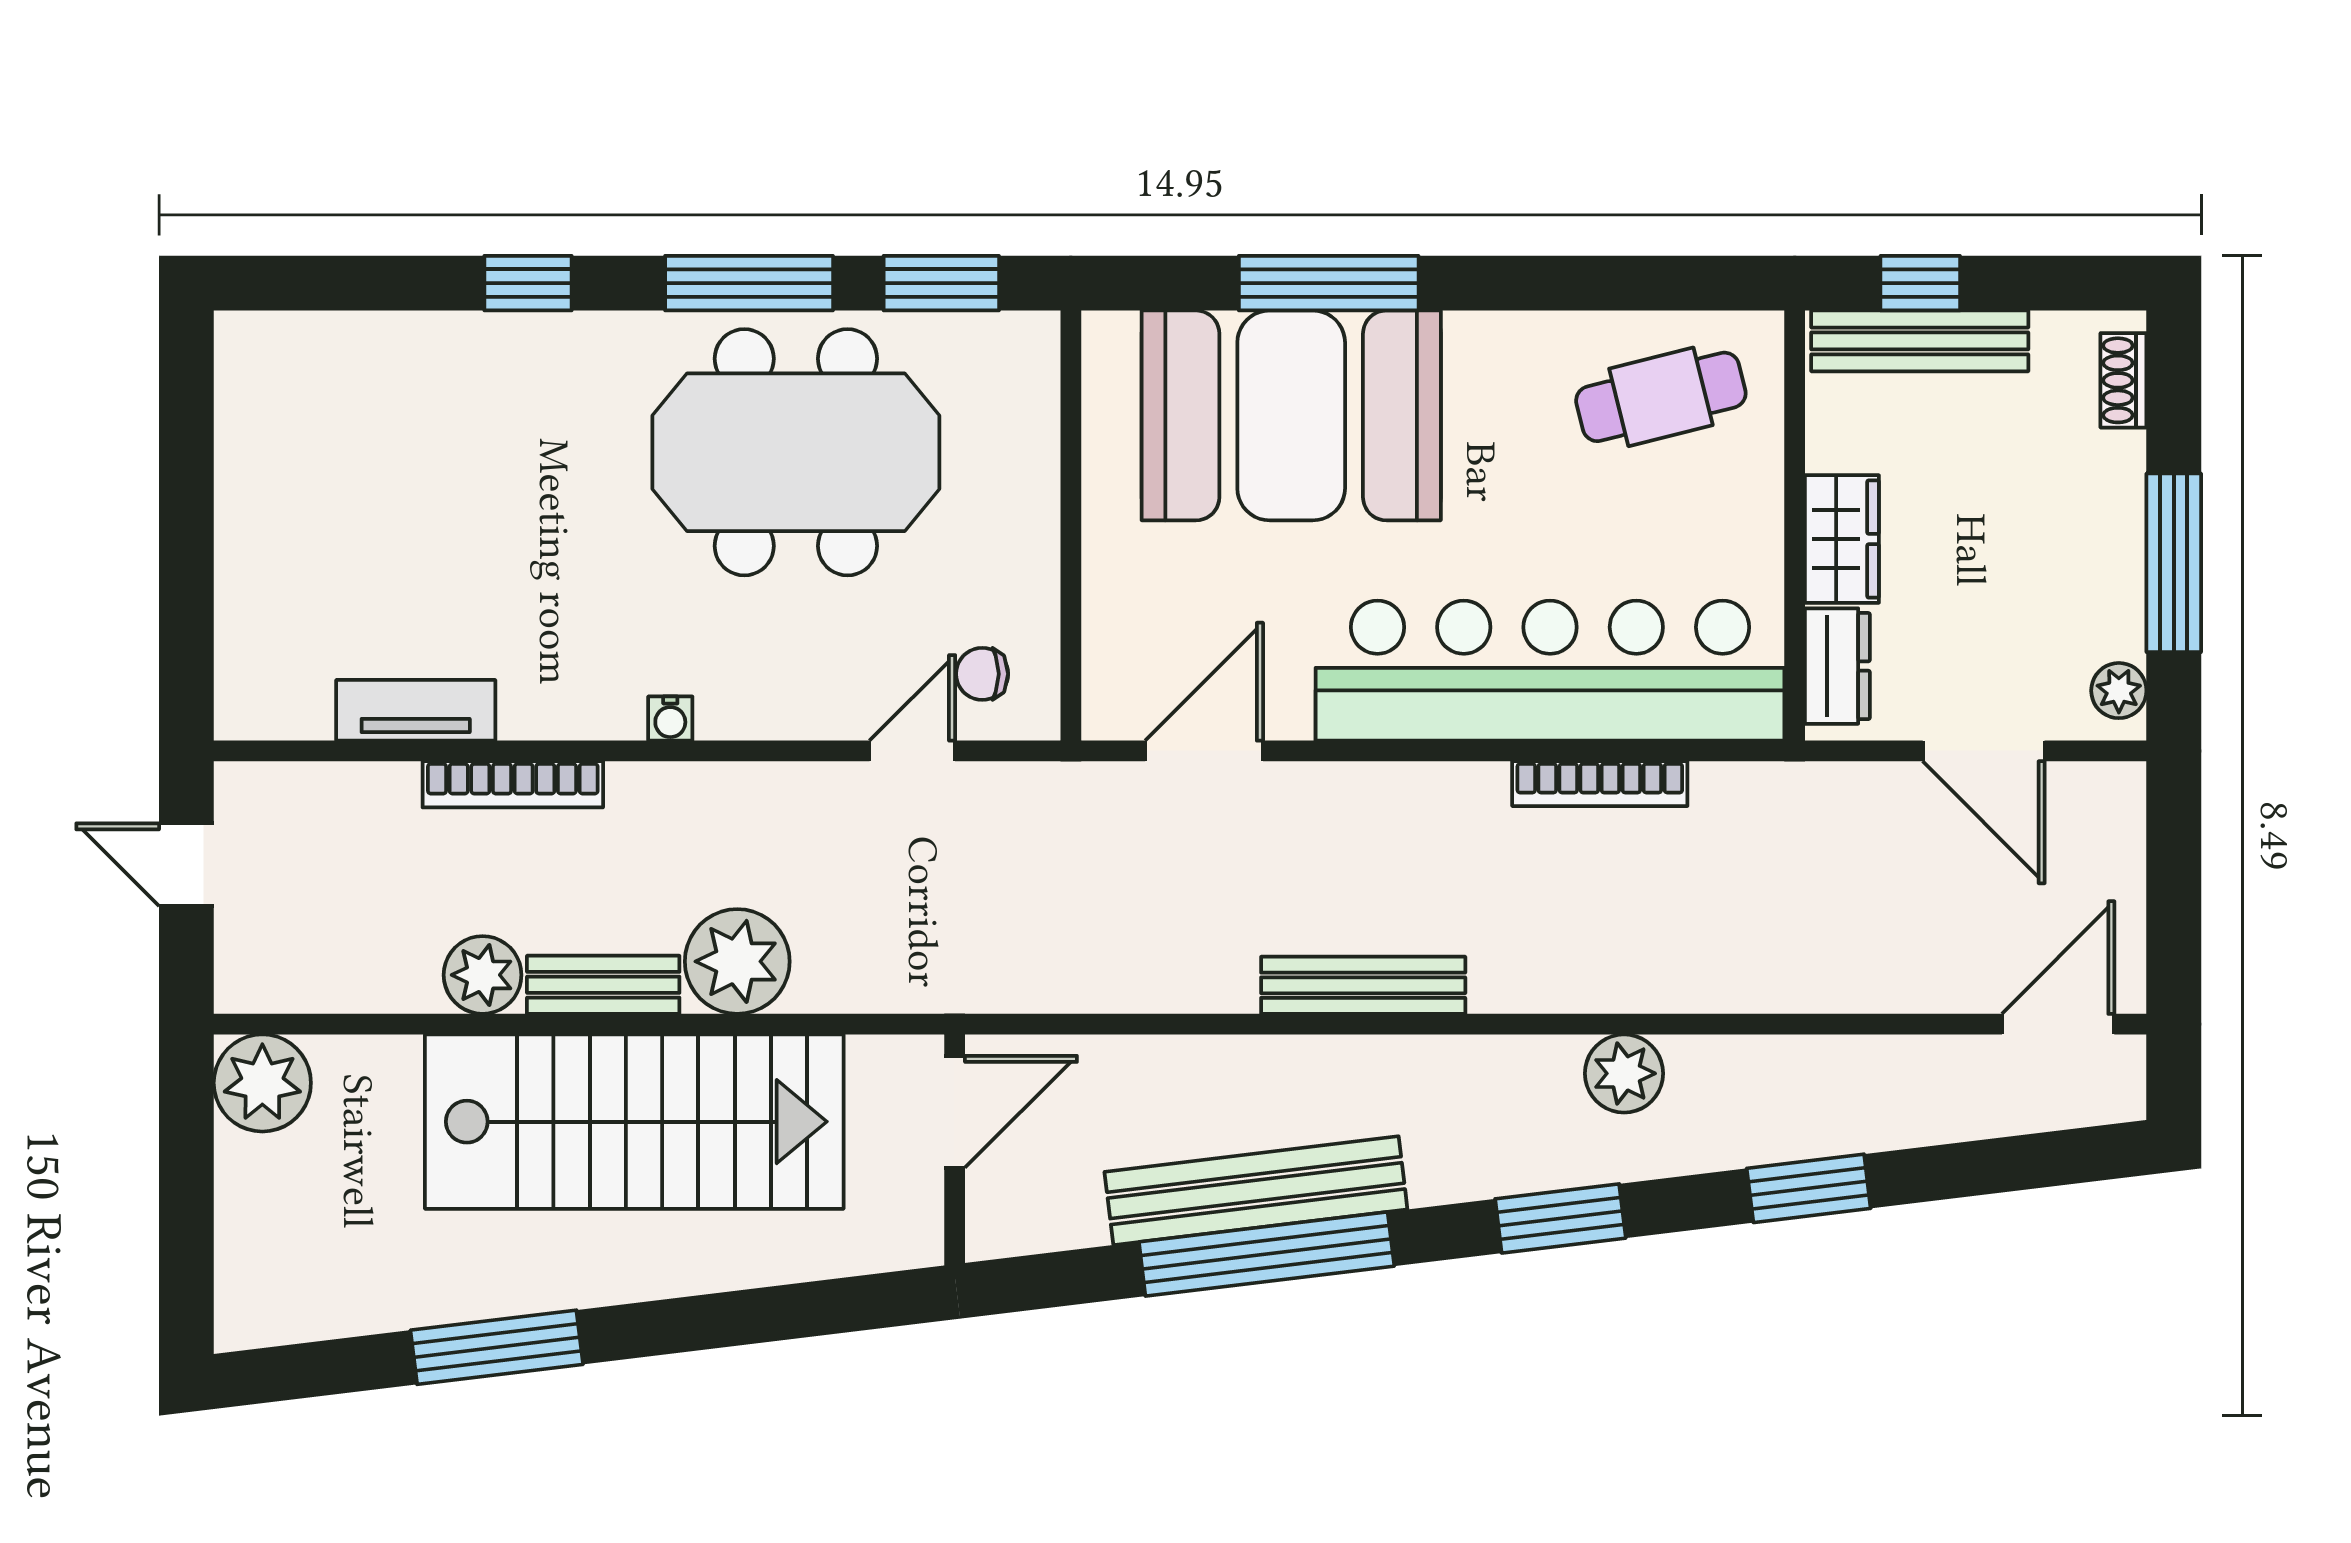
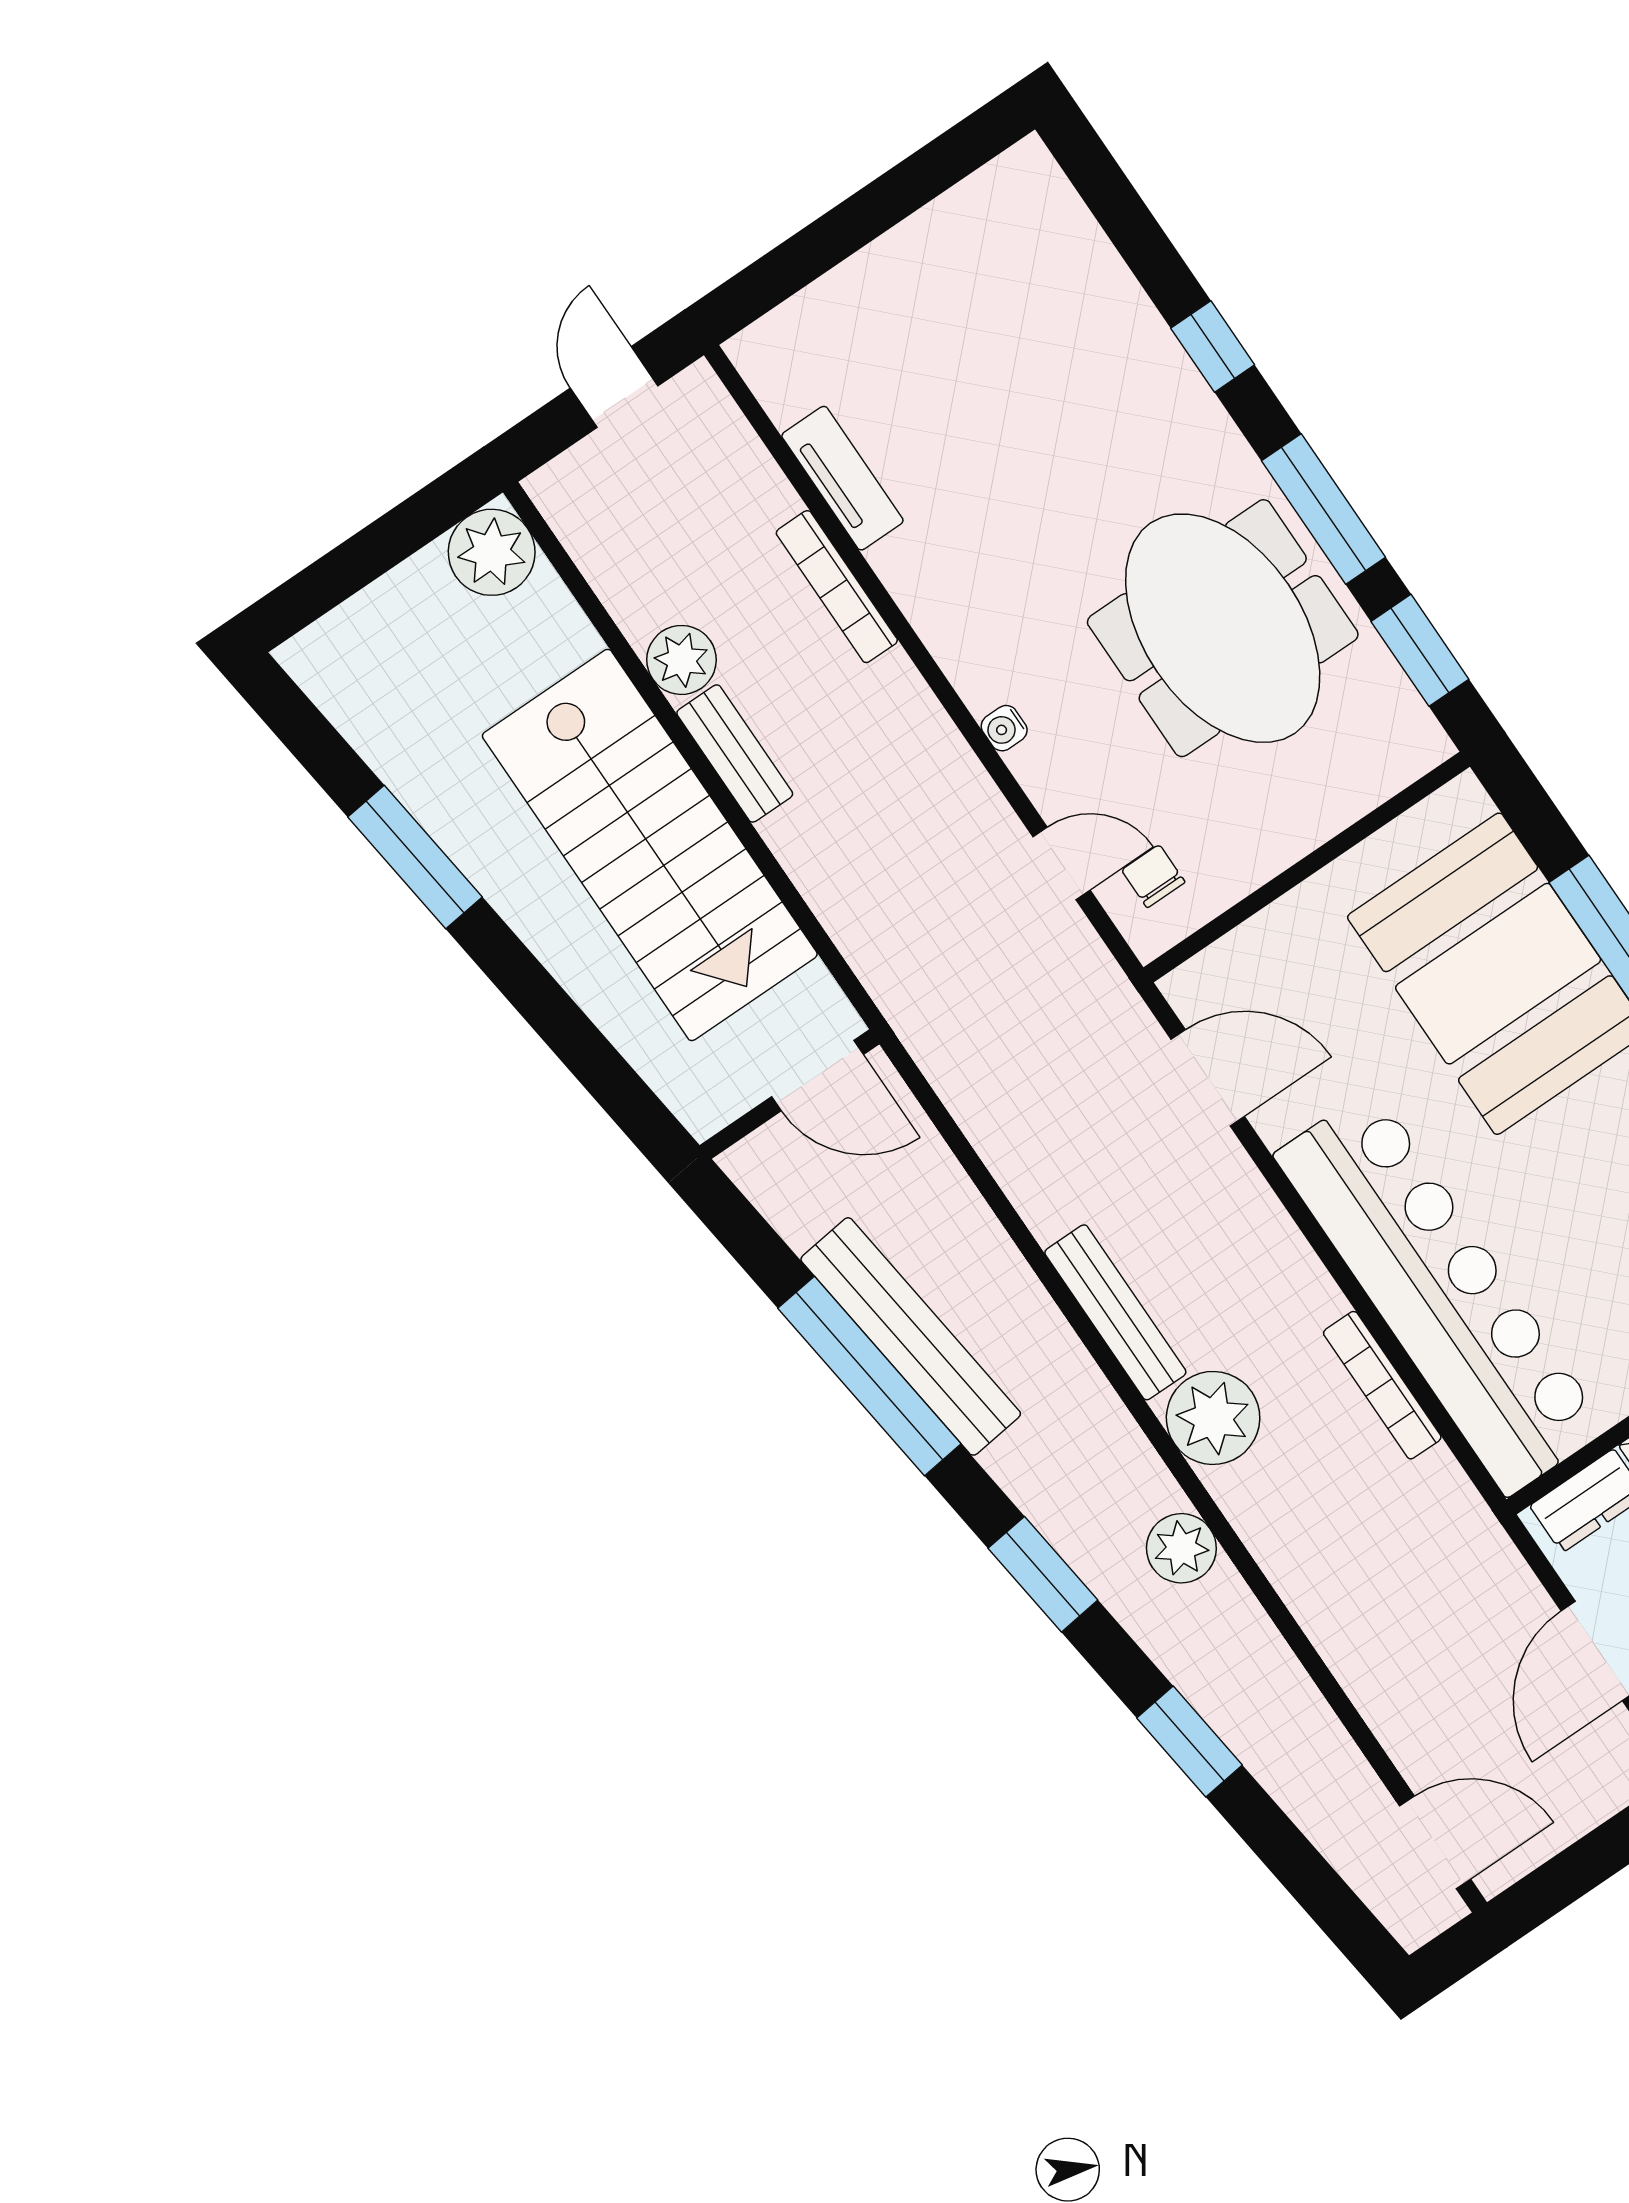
water cooler: (670, 719) -> (1004, 728), moved
plant: (737, 961) -> (1213, 1418), moved

